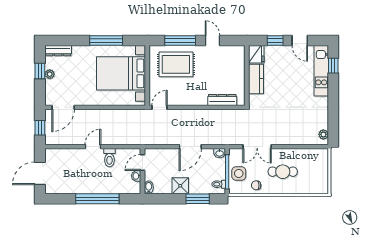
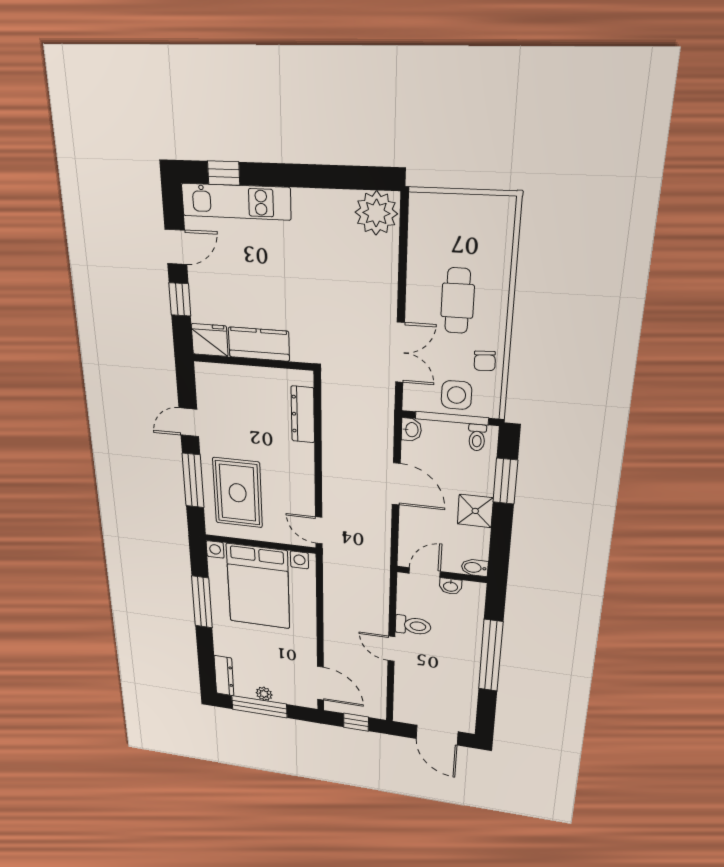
window: (40, 71) -> (259, 707), width x2.17
plant: (323, 134) -> (376, 213), width x1.88, depth x1.88
door: (142, 163) -> (425, 572), swing flipped

